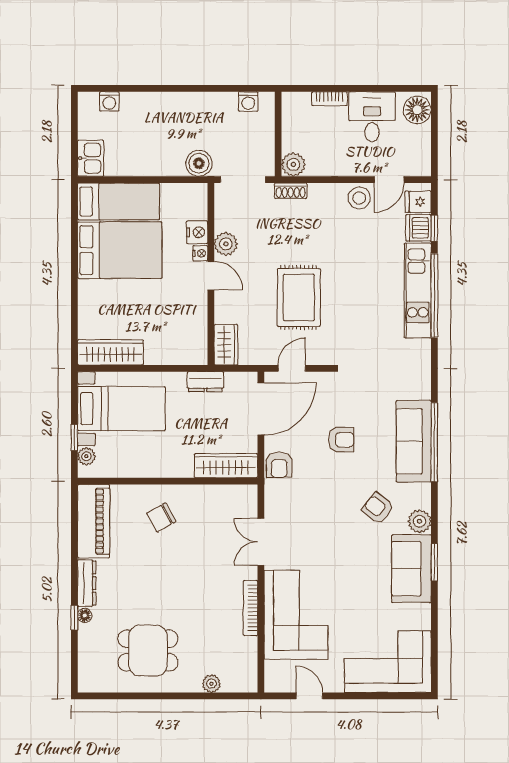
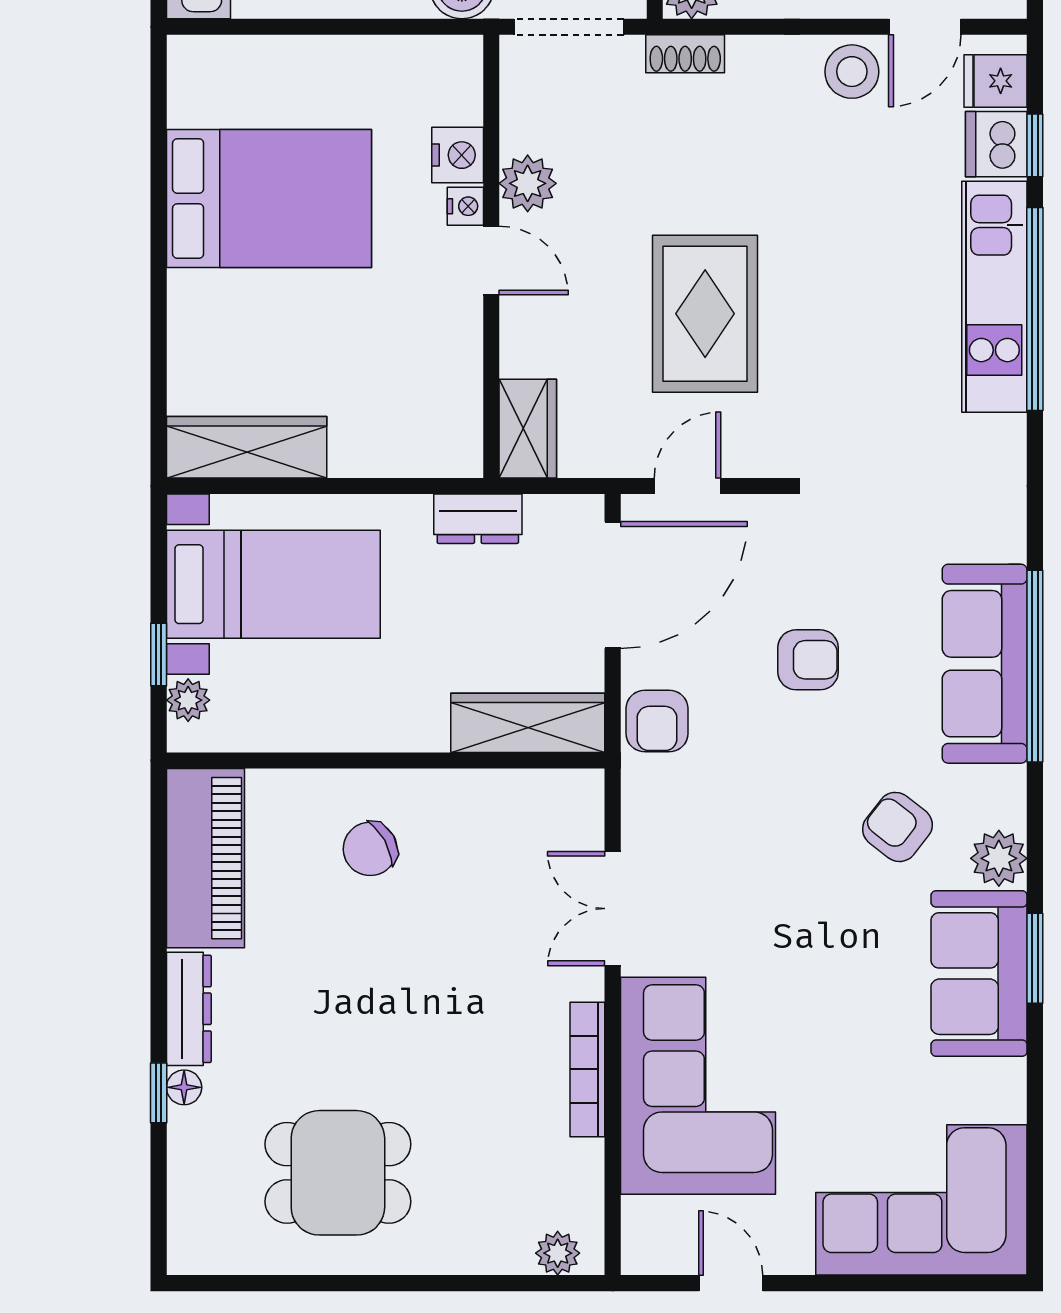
bed: (118, 202) -> (266, 80), removed
plant: (211, 684) -> (558, 1253), moved

